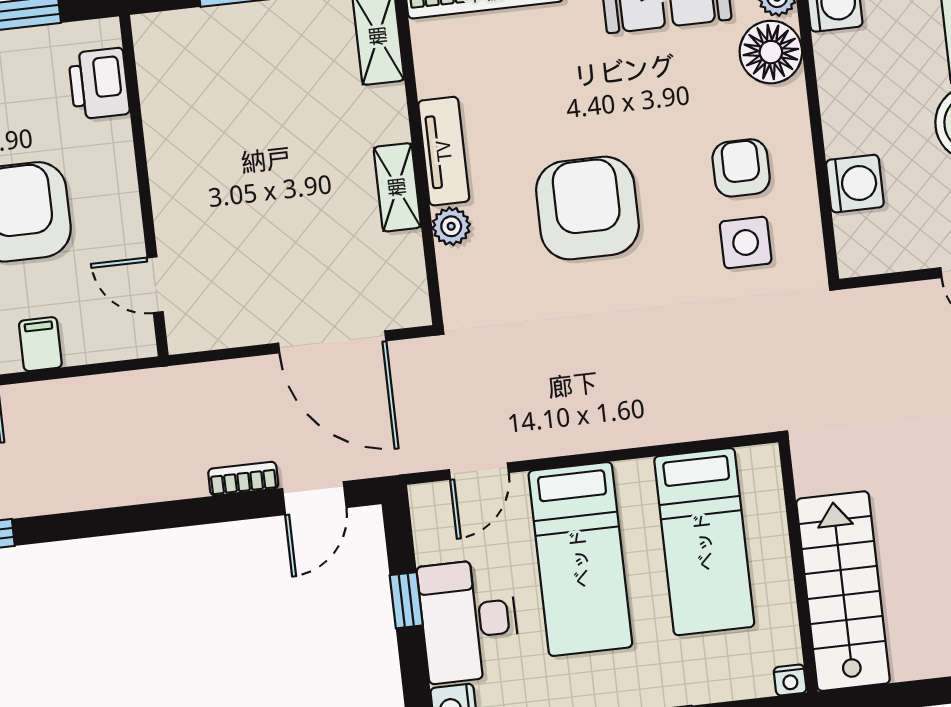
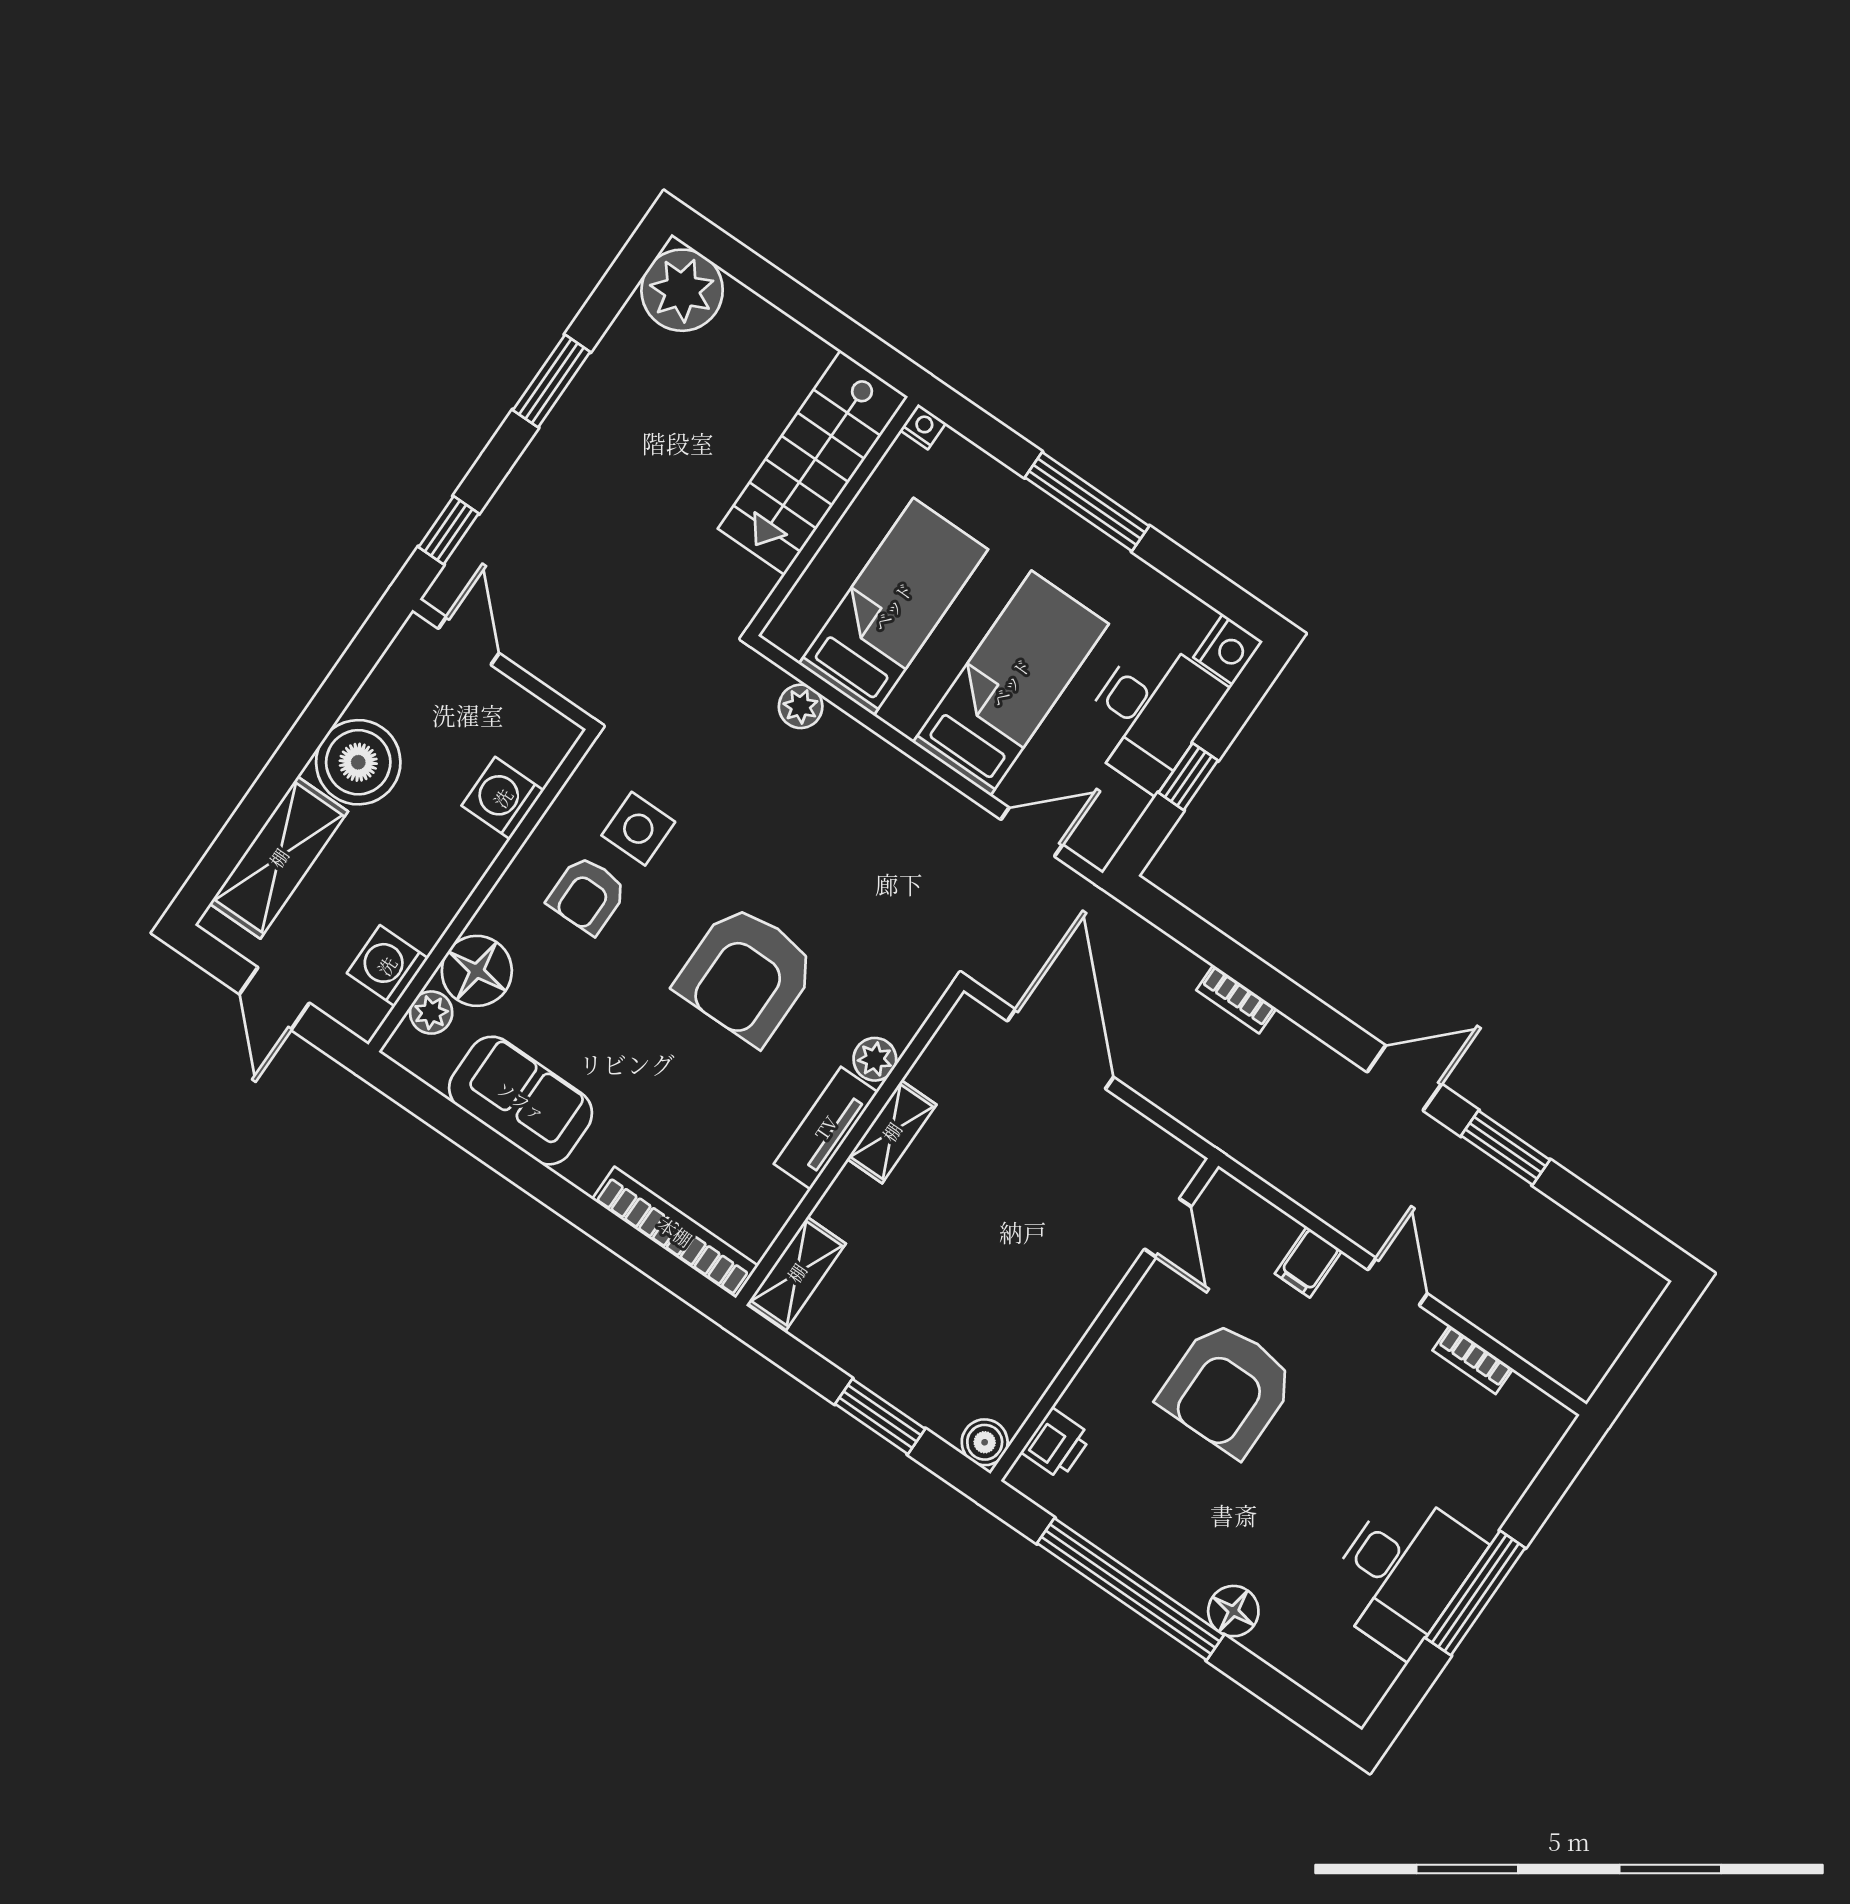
boiler: (153, 33) -> (985, 1442), added
printer: (99, 84) -> (1057, 1444), width x0.73, depth x0.81
plant: (708, 420) -> (801, 706), added
door: (314, 498) -> (1404, 1078), moved

